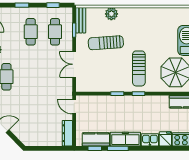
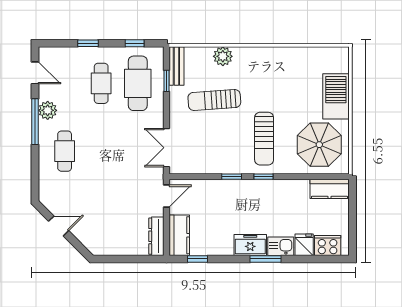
cafe table: (55, 32) -> (138, 83), width x1.37, depth x1.35
double door: (74, 64) -> (167, 148), moved
door: (74, 107) -> (167, 196), swing flipped
kitchen counter: (96, 139) -> (179, 235), moved, turned 90
freezer: (125, 139) -> (250, 245), width x0.71
window: (118, 148) -> (265, 259), moved

